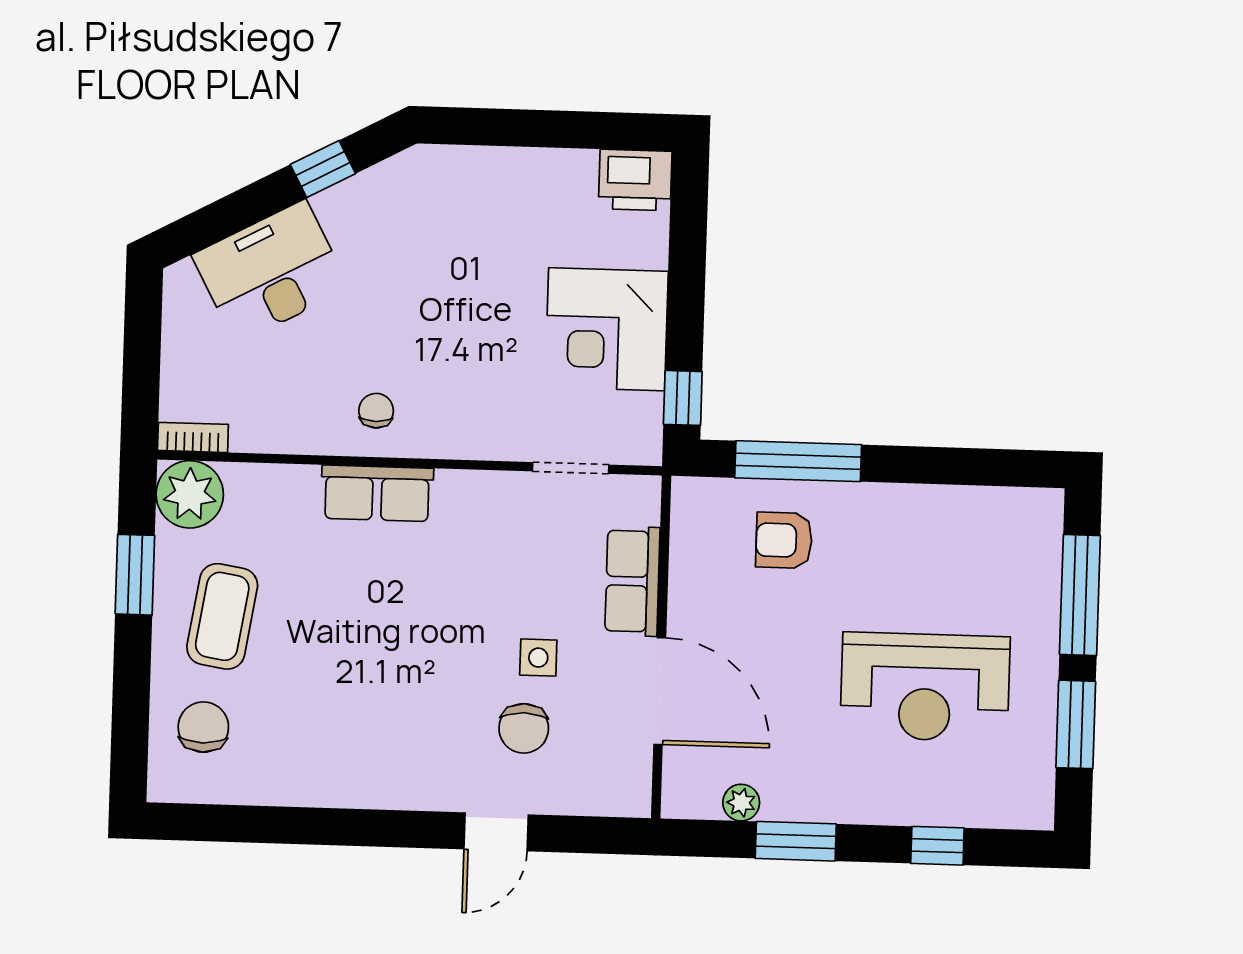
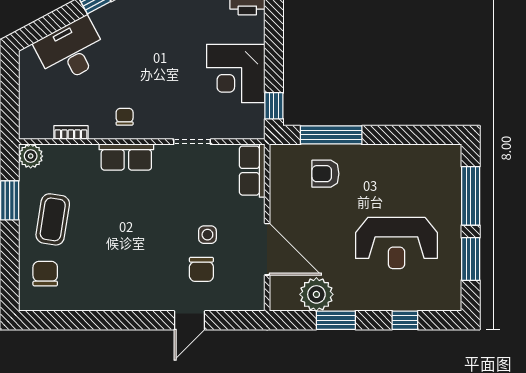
bookcase: (193, 437) -> (71, 133), moved
doorway: (571, 468) -> (192, 142), moved
plant: (190, 494) -> (31, 156), width x0.73, depth x0.73
row of seats: (632, 581) -> (252, 171), moved
plant: (741, 803) -> (316, 294), width x1.87, depth x1.87

